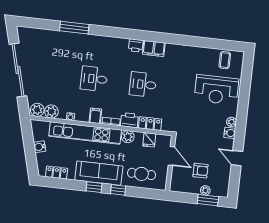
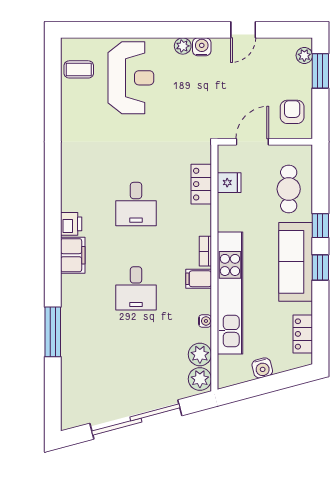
filing cabinet: (154, 48) -> (73, 255), moved
printer: (129, 120) -> (199, 220), removed
plant: (128, 137) -> (228, 220), removed
armchair: (201, 171) -> (292, 112), moved
plant: (205, 190) -> (304, 55), moved

